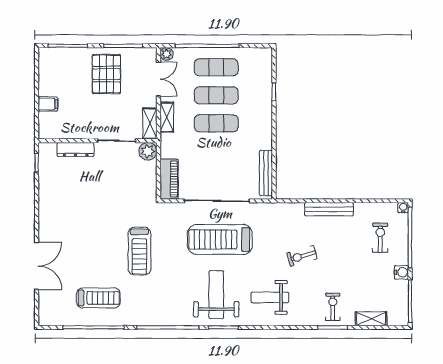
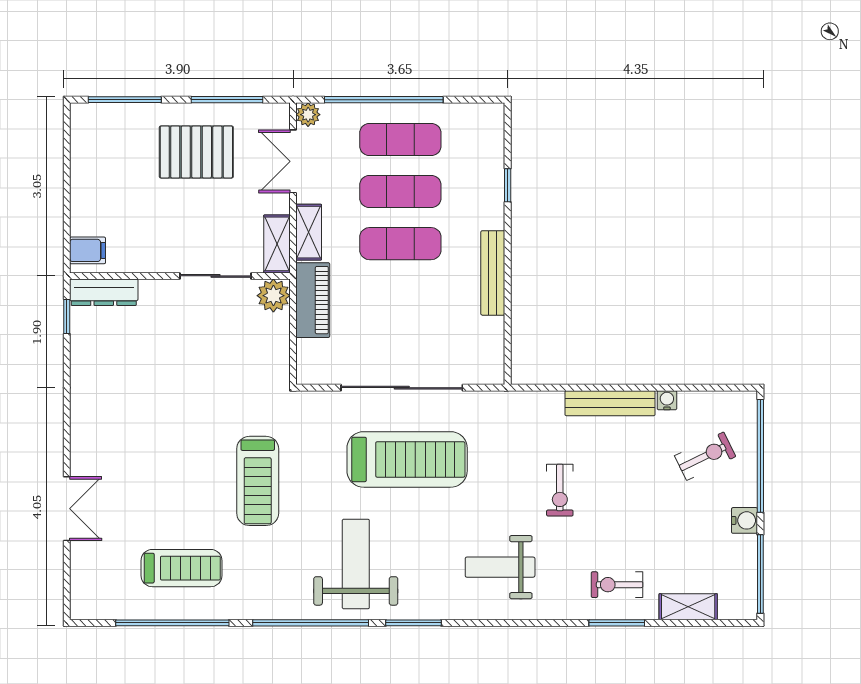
pallet: (106, 74) -> (196, 152), turned 90
double door: (158, 79) -> (293, 161), swing flipped
filing cabinet: (48, 104) -> (88, 250), moved
dresser: (76, 149) -> (104, 292), moved
bench: (266, 173) -> (493, 273), moved
piano: (169, 179) -> (313, 300), moved
water cooler: (403, 208) -> (667, 400), moved
exercise bike: (380, 238) -> (705, 456), turned 64
treadmill: (220, 239) -> (407, 459), turned 180
exercise bike: (302, 256) -> (560, 490), turned -74
double door: (37, 266) -> (67, 509), width x0.73
weight bench: (216, 295) -> (356, 564), moved
exercise bike: (333, 307) -> (617, 585), turned -90

